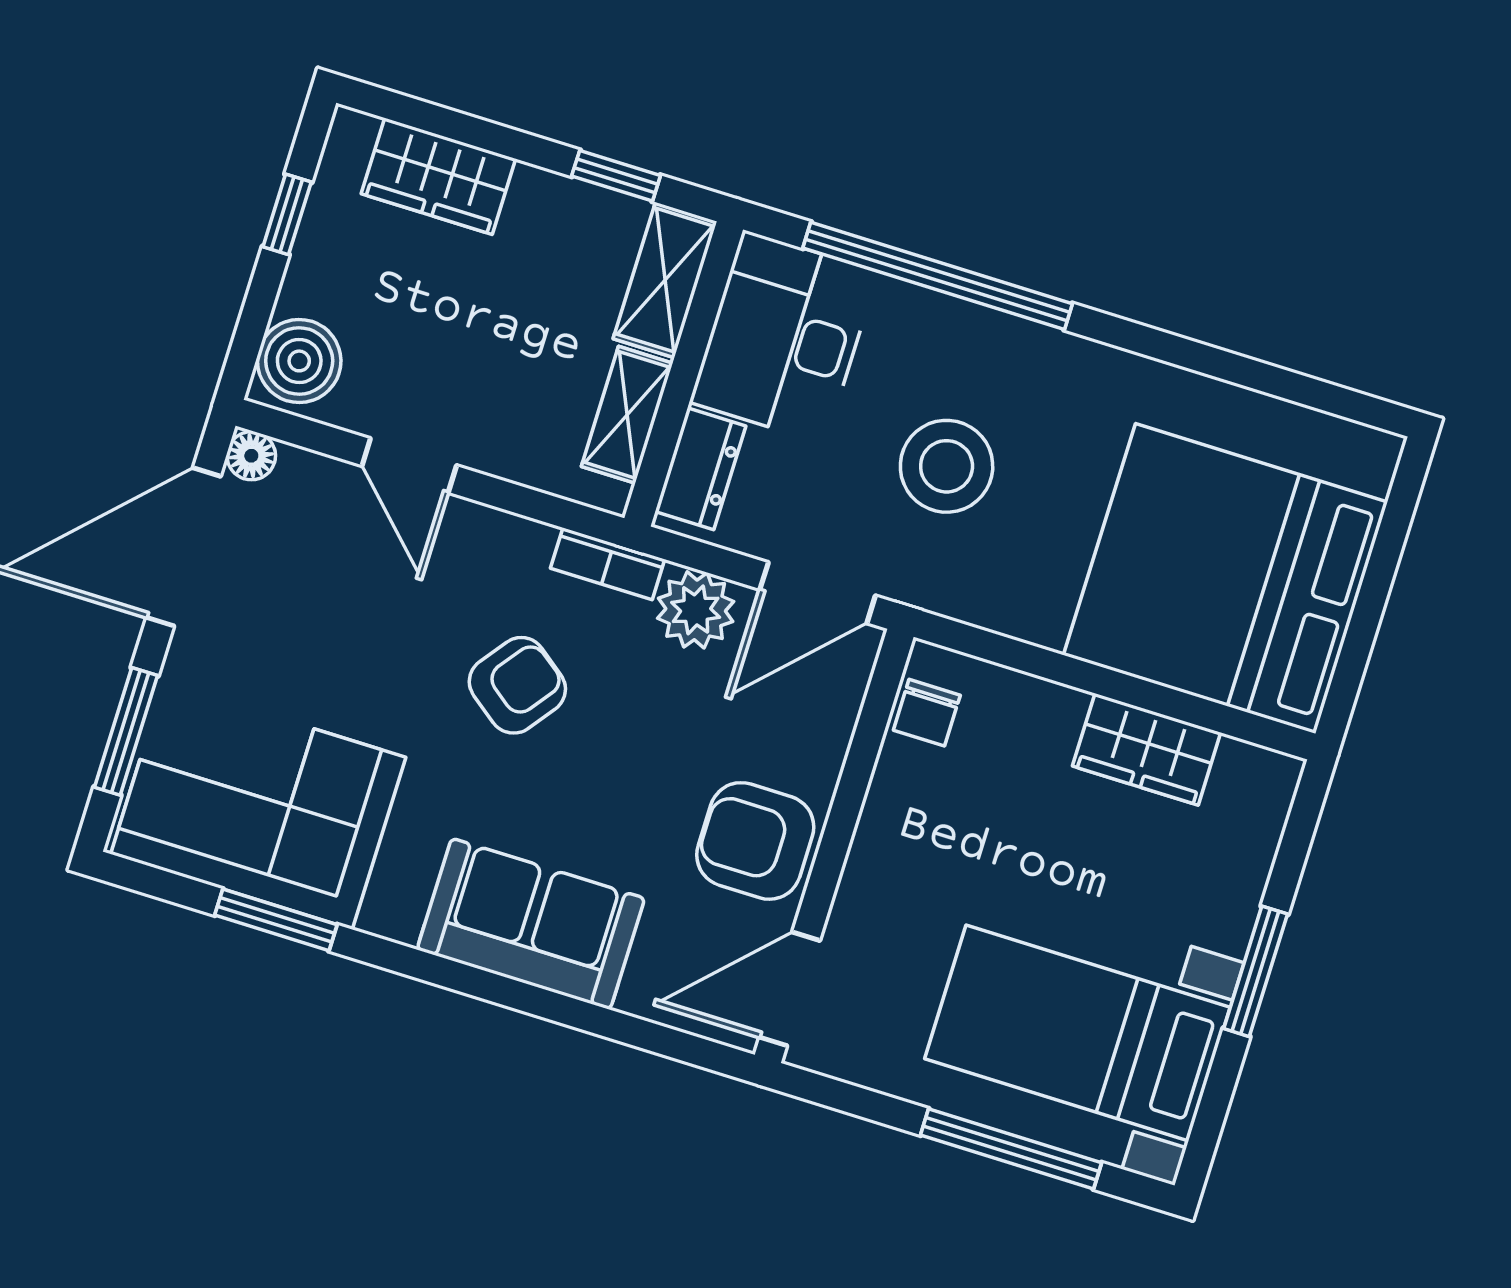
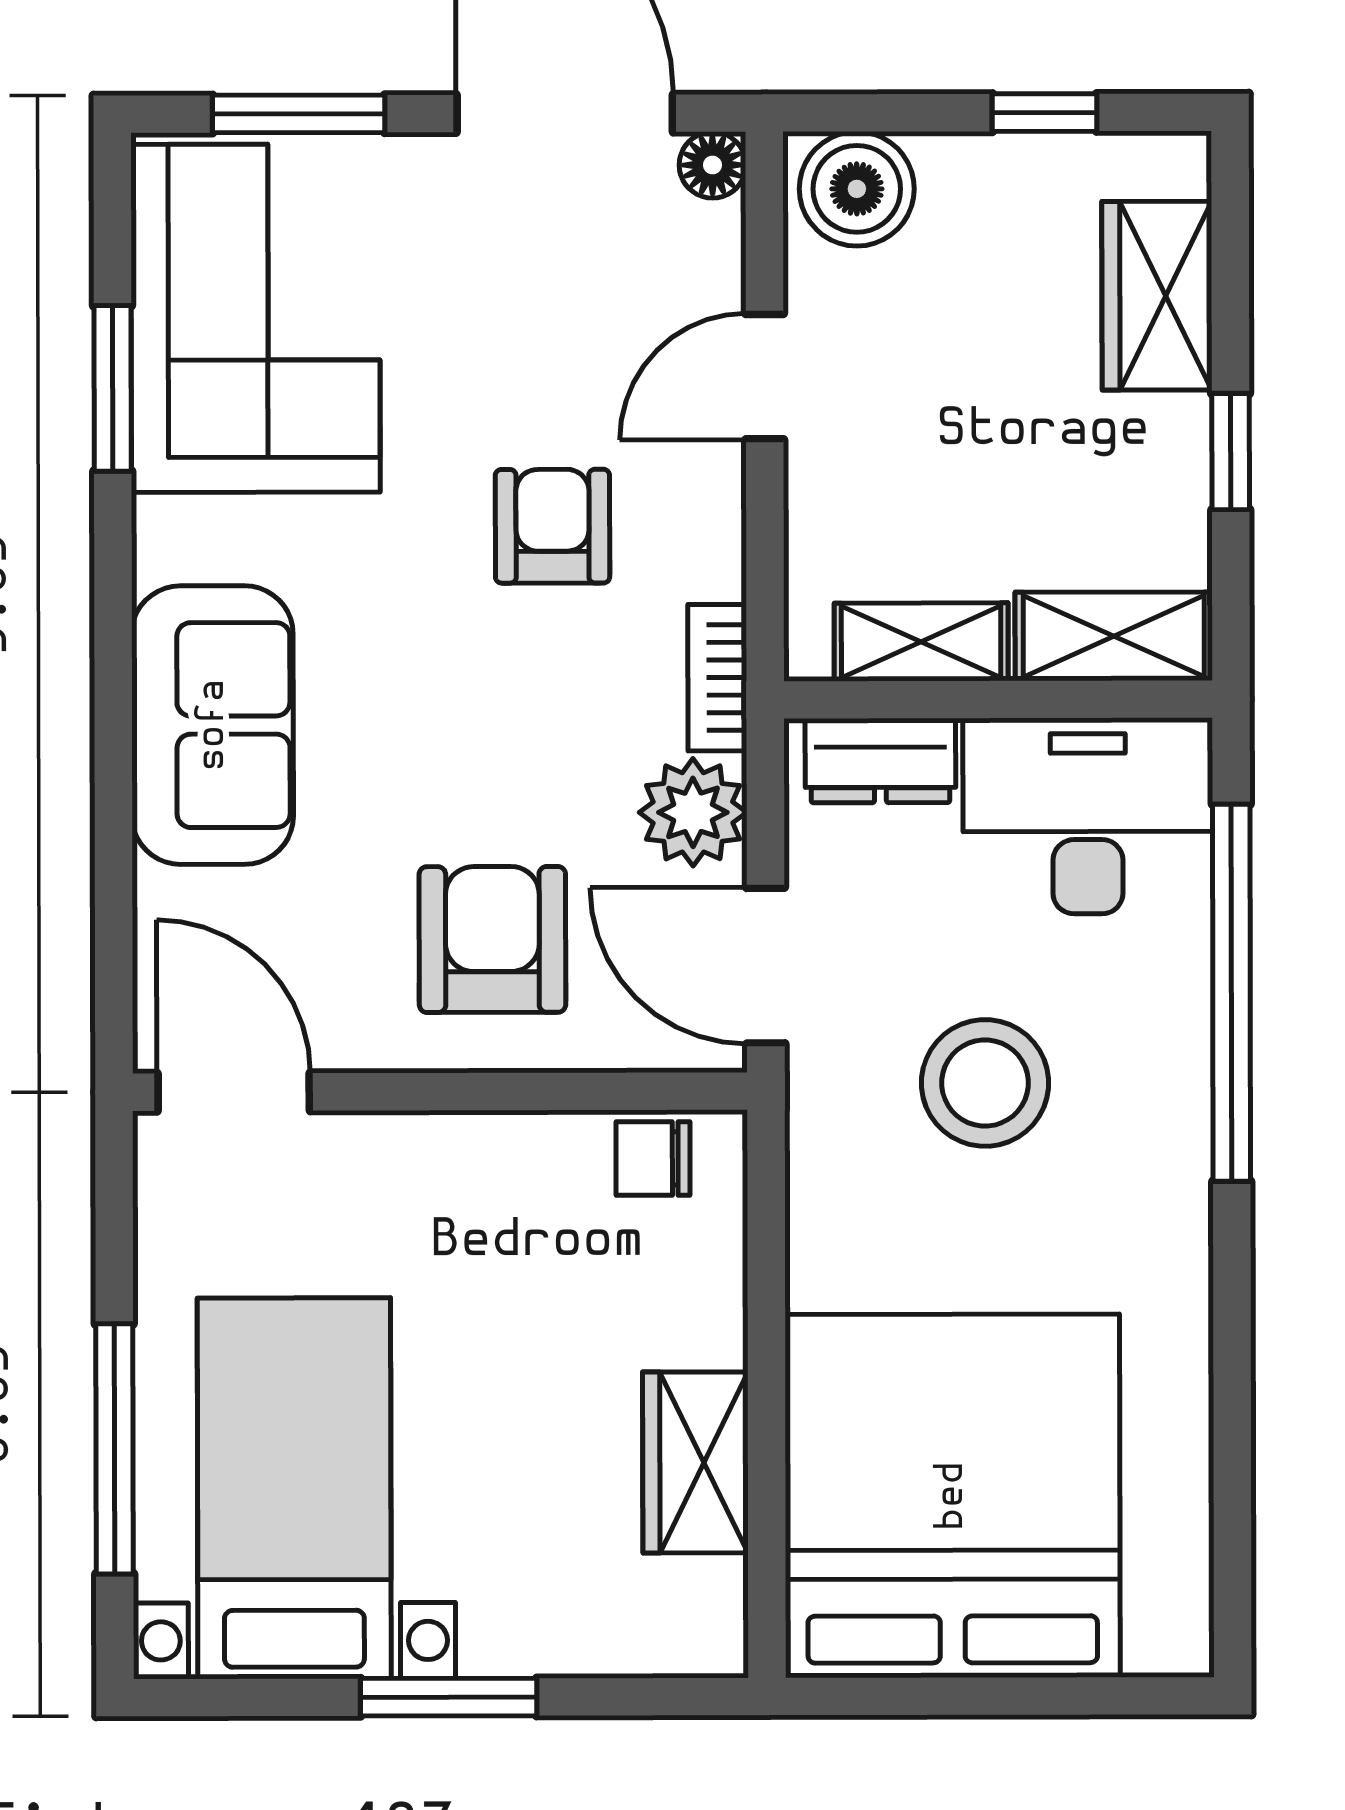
window: (616, 176) -> (1231, 452), moved
armchair: (517, 685) -> (552, 526), moved, turned -127
armchair: (755, 841) -> (492, 939), moved

